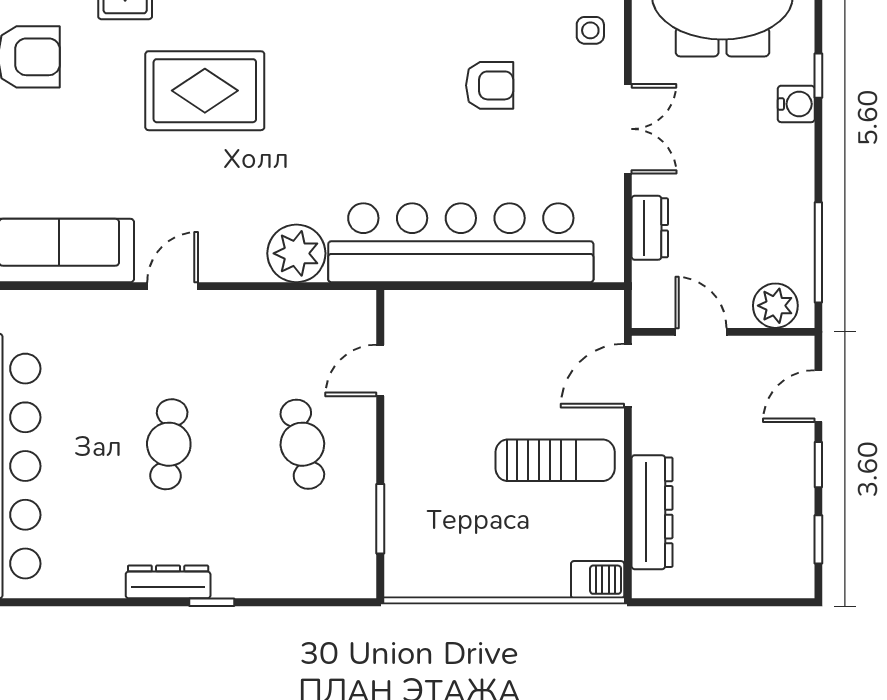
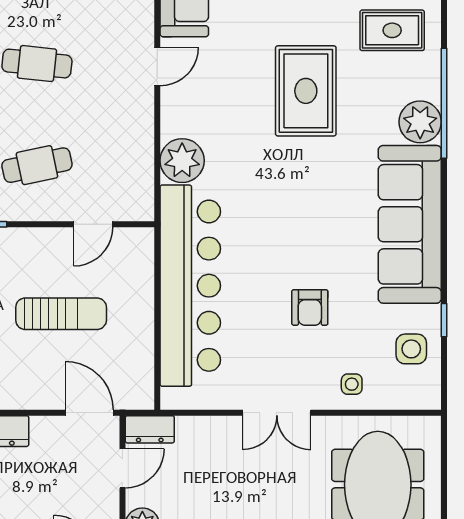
dresser: (650, 228) -> (150, 429), moved
door: (173, 286) -> (157, 66), hinge flipped
door: (380, 370) -> (93, 224), swing flipped
sun lounger: (555, 460) -> (61, 314), moved, turned -90

